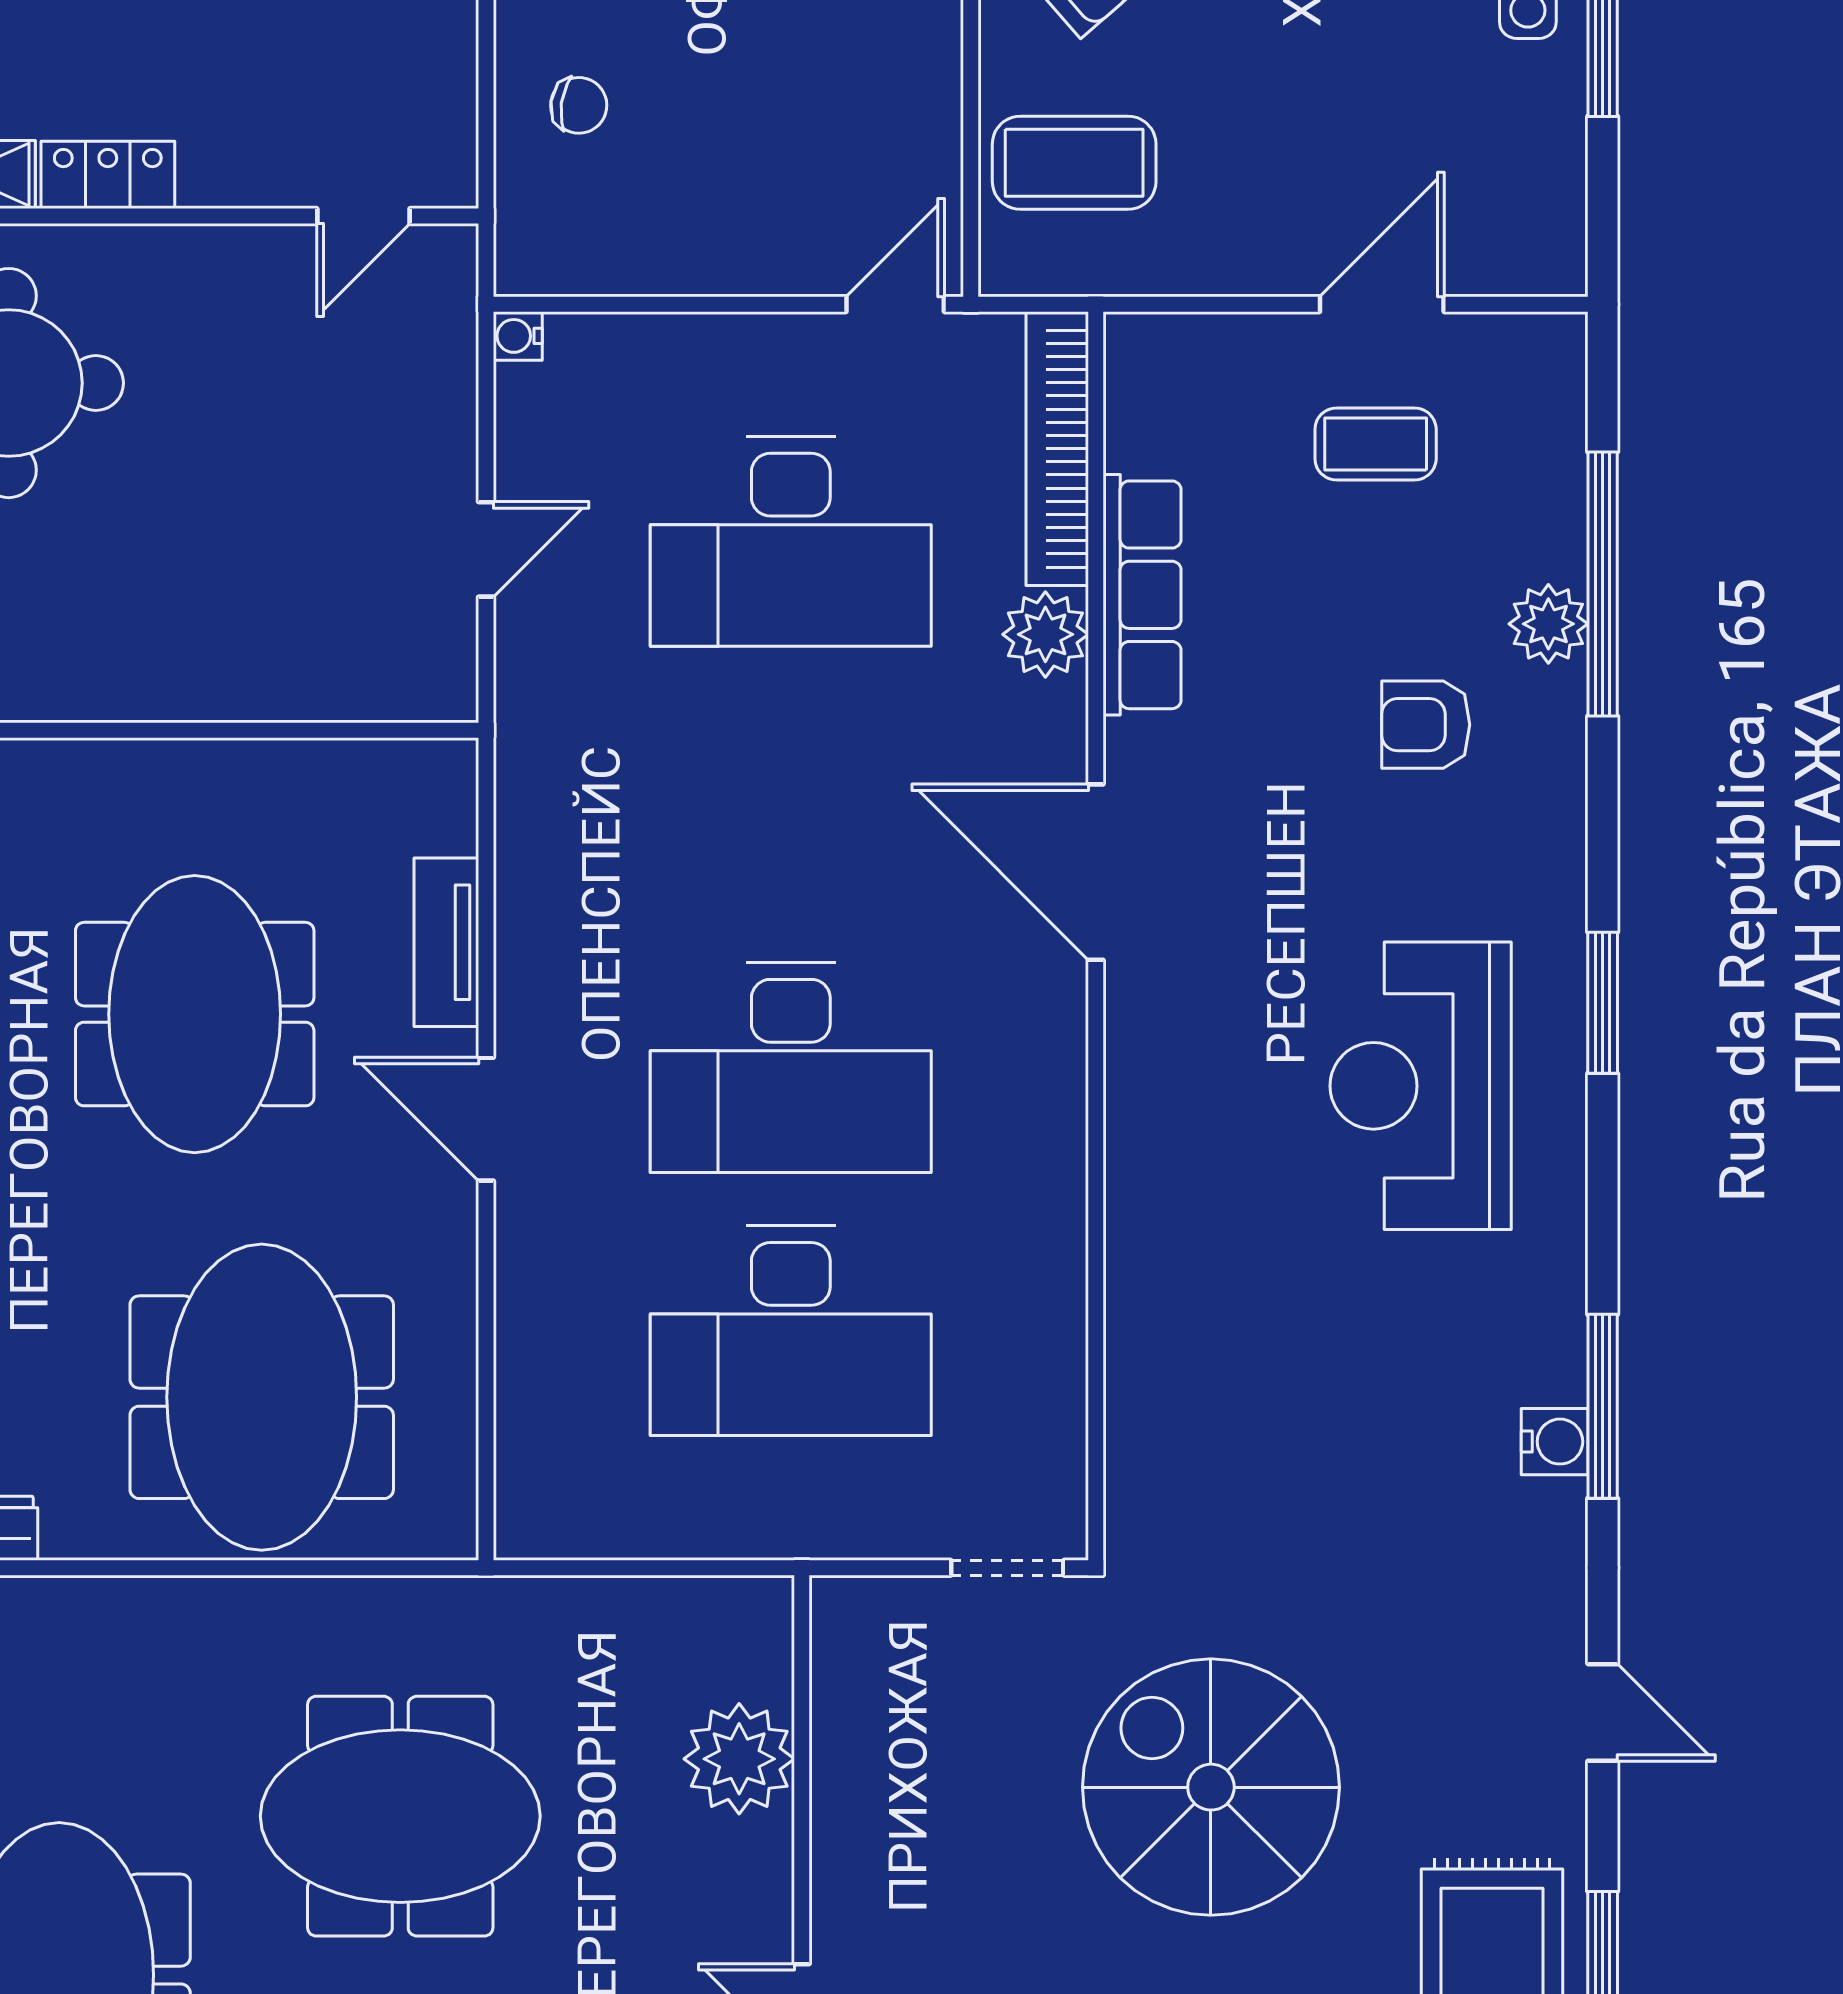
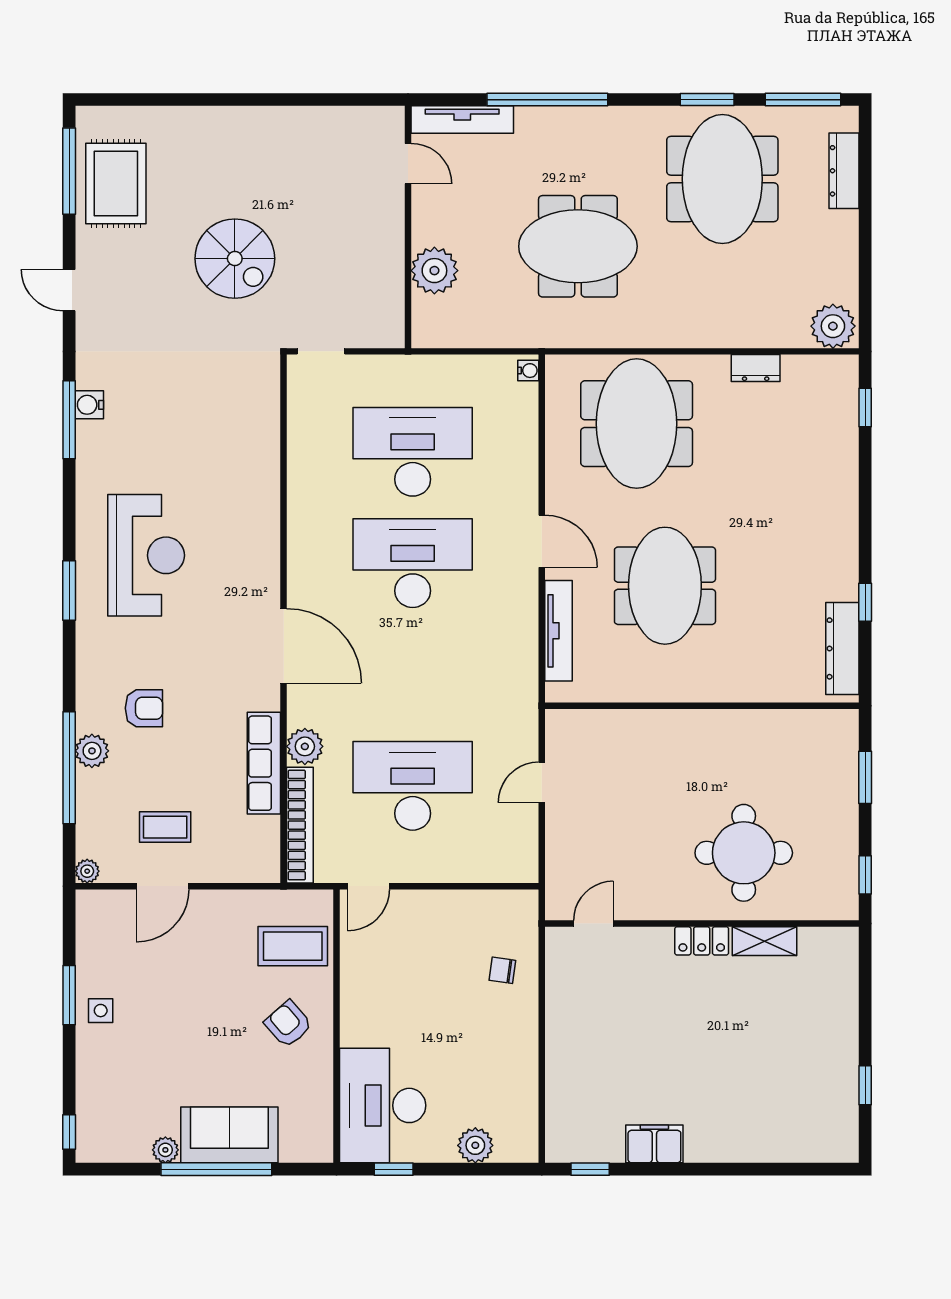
water cooler: (518, 336) -> (528, 371), moved
plant: (1560, 340) -> (87, 871), added
tv unit: (446, 942) -> (558, 631), width x1.41
spiral stairs: (1211, 1787) -> (235, 259), width x0.73, depth x0.73

